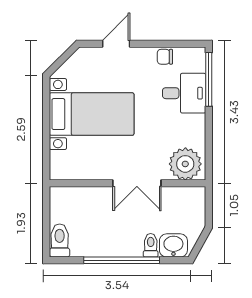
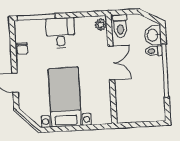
desk: (184, 93) -> (60, 33), moved
plant: (185, 164) -> (101, 25), width x0.53, depth x0.53
toilet: (60, 241) -> (120, 26), moved, turned -90

